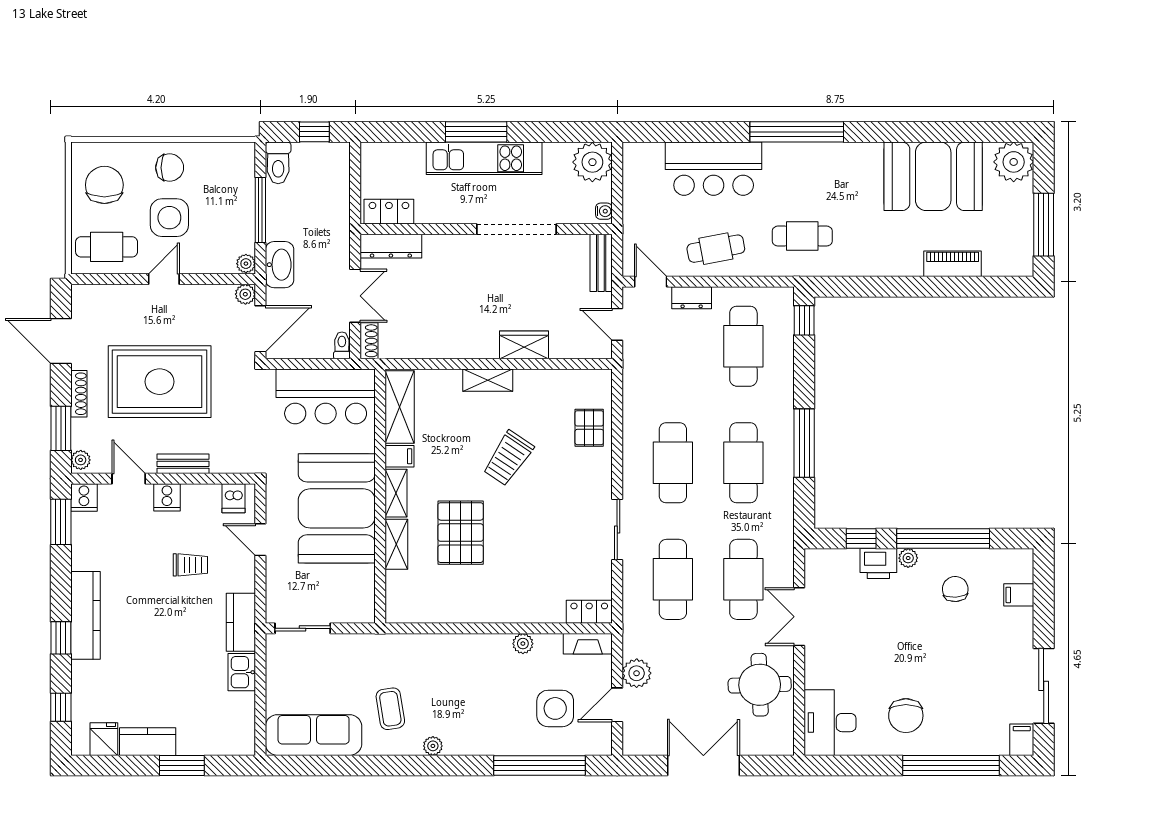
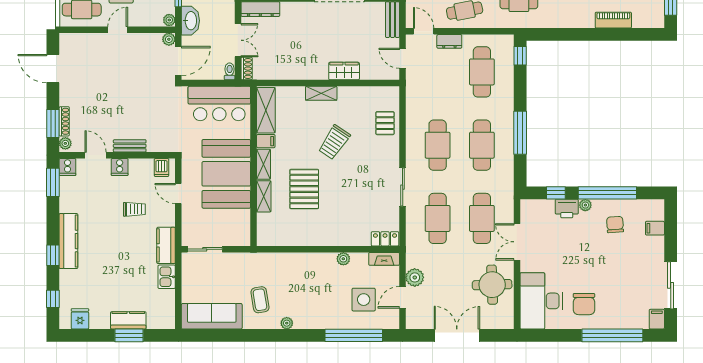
rug: (160, 382) -> (115, 94), removed
shoe rack: (79, 394) -> (64, 121), moved
desk: (830, 723) -> (541, 301), width x1.36, depth x1.30
kitchen counter: (148, 742) -> (128, 320), moved

